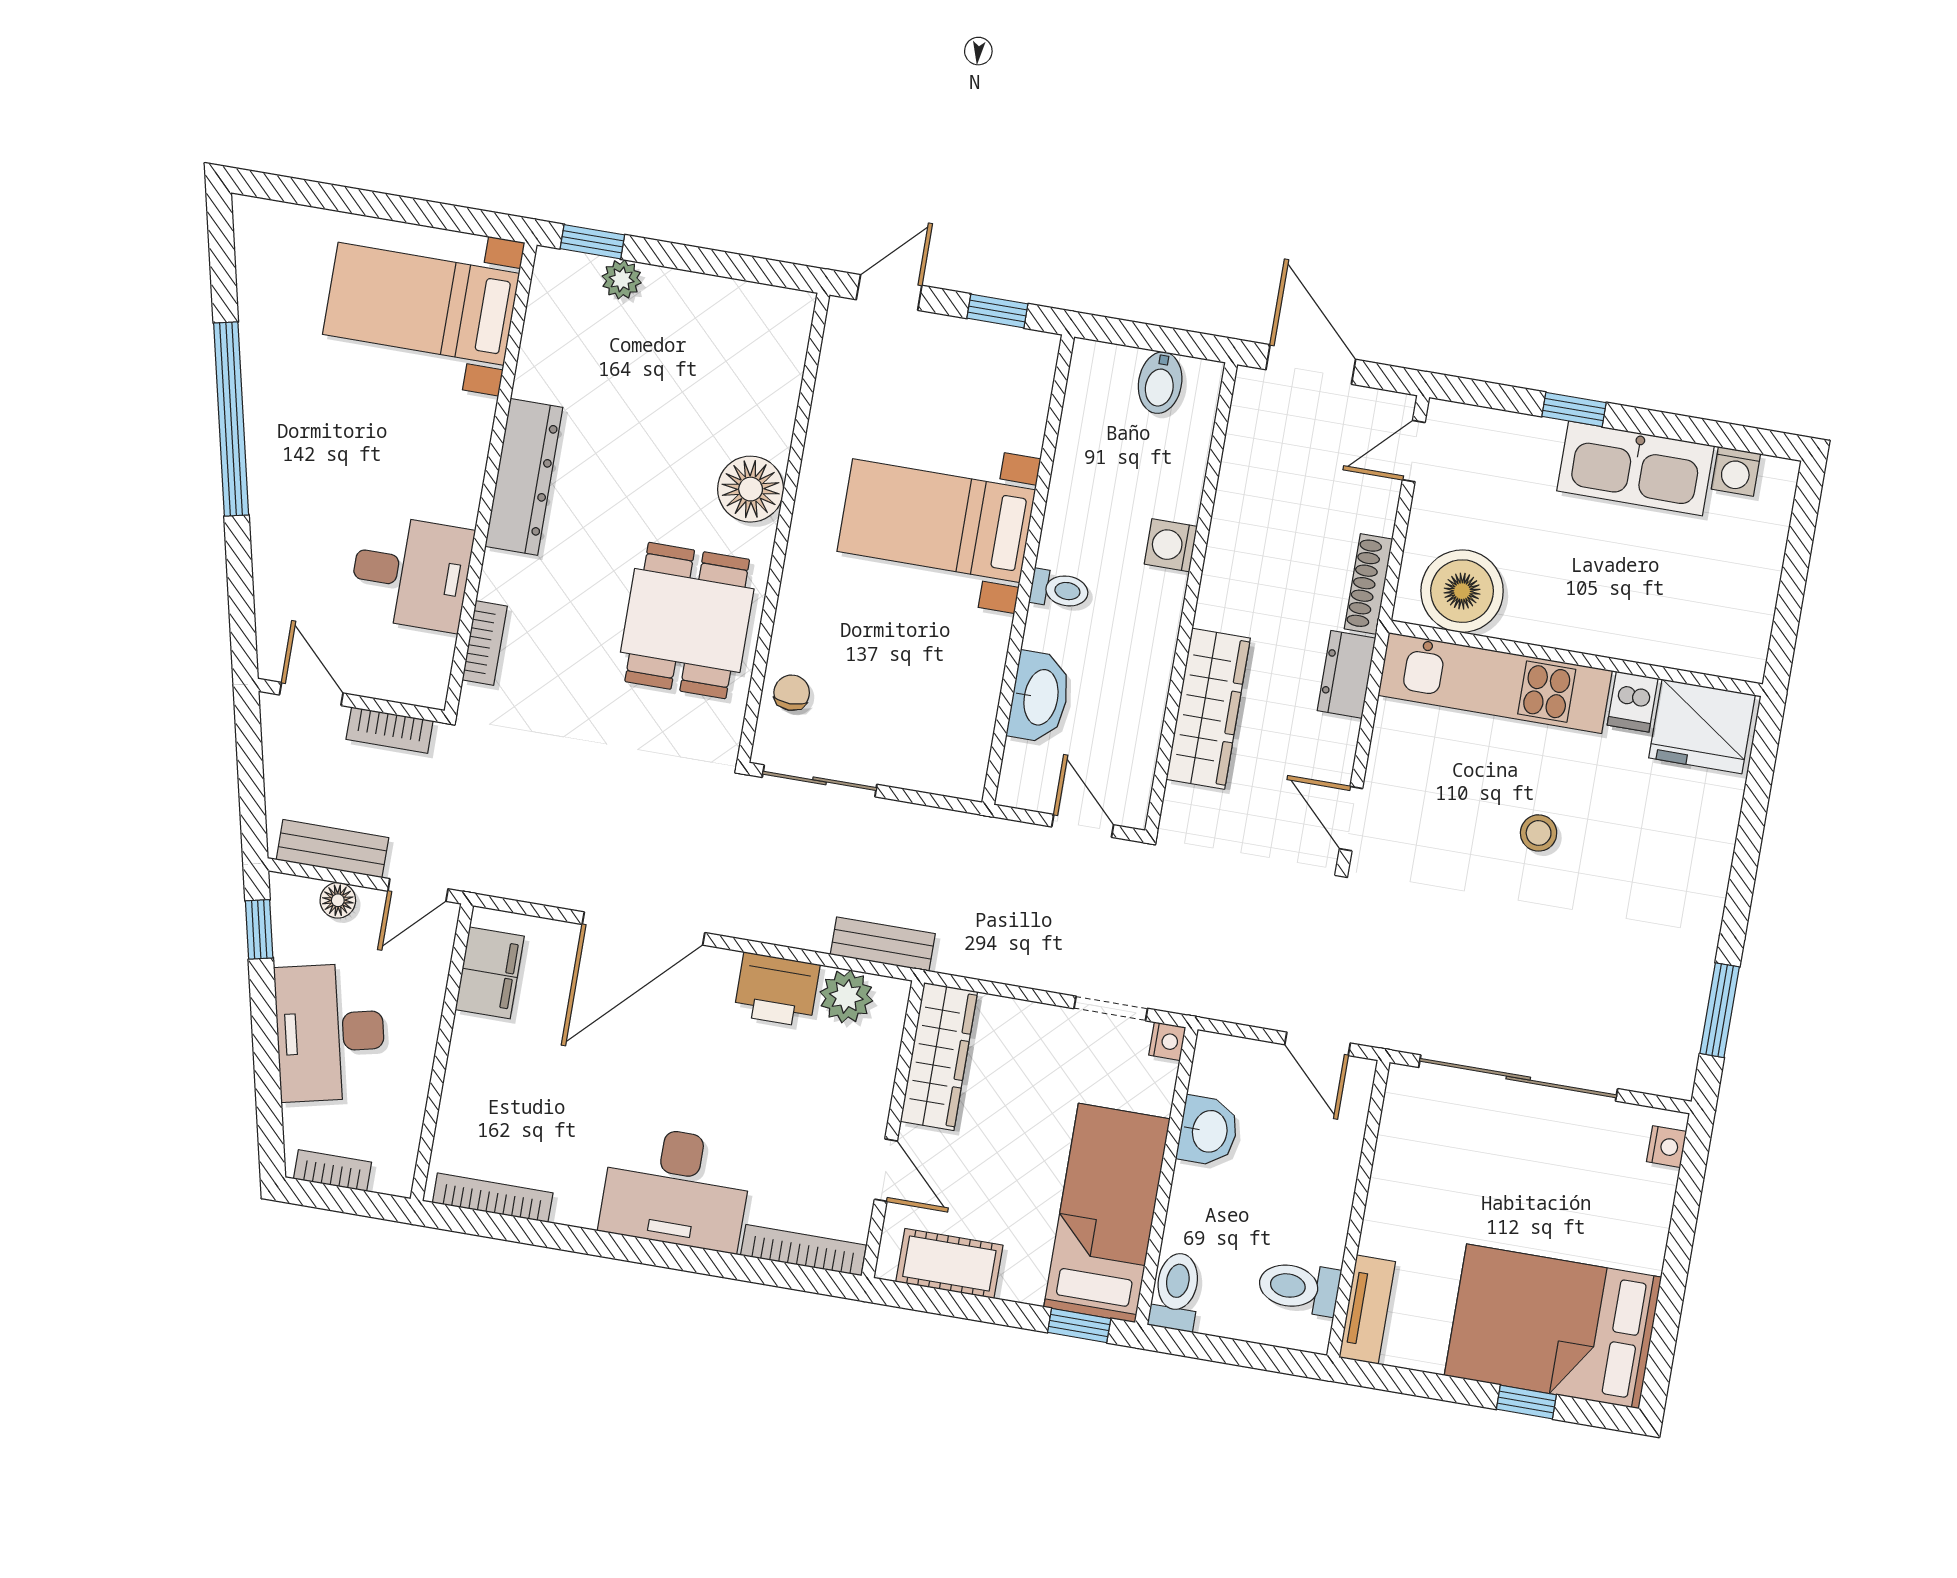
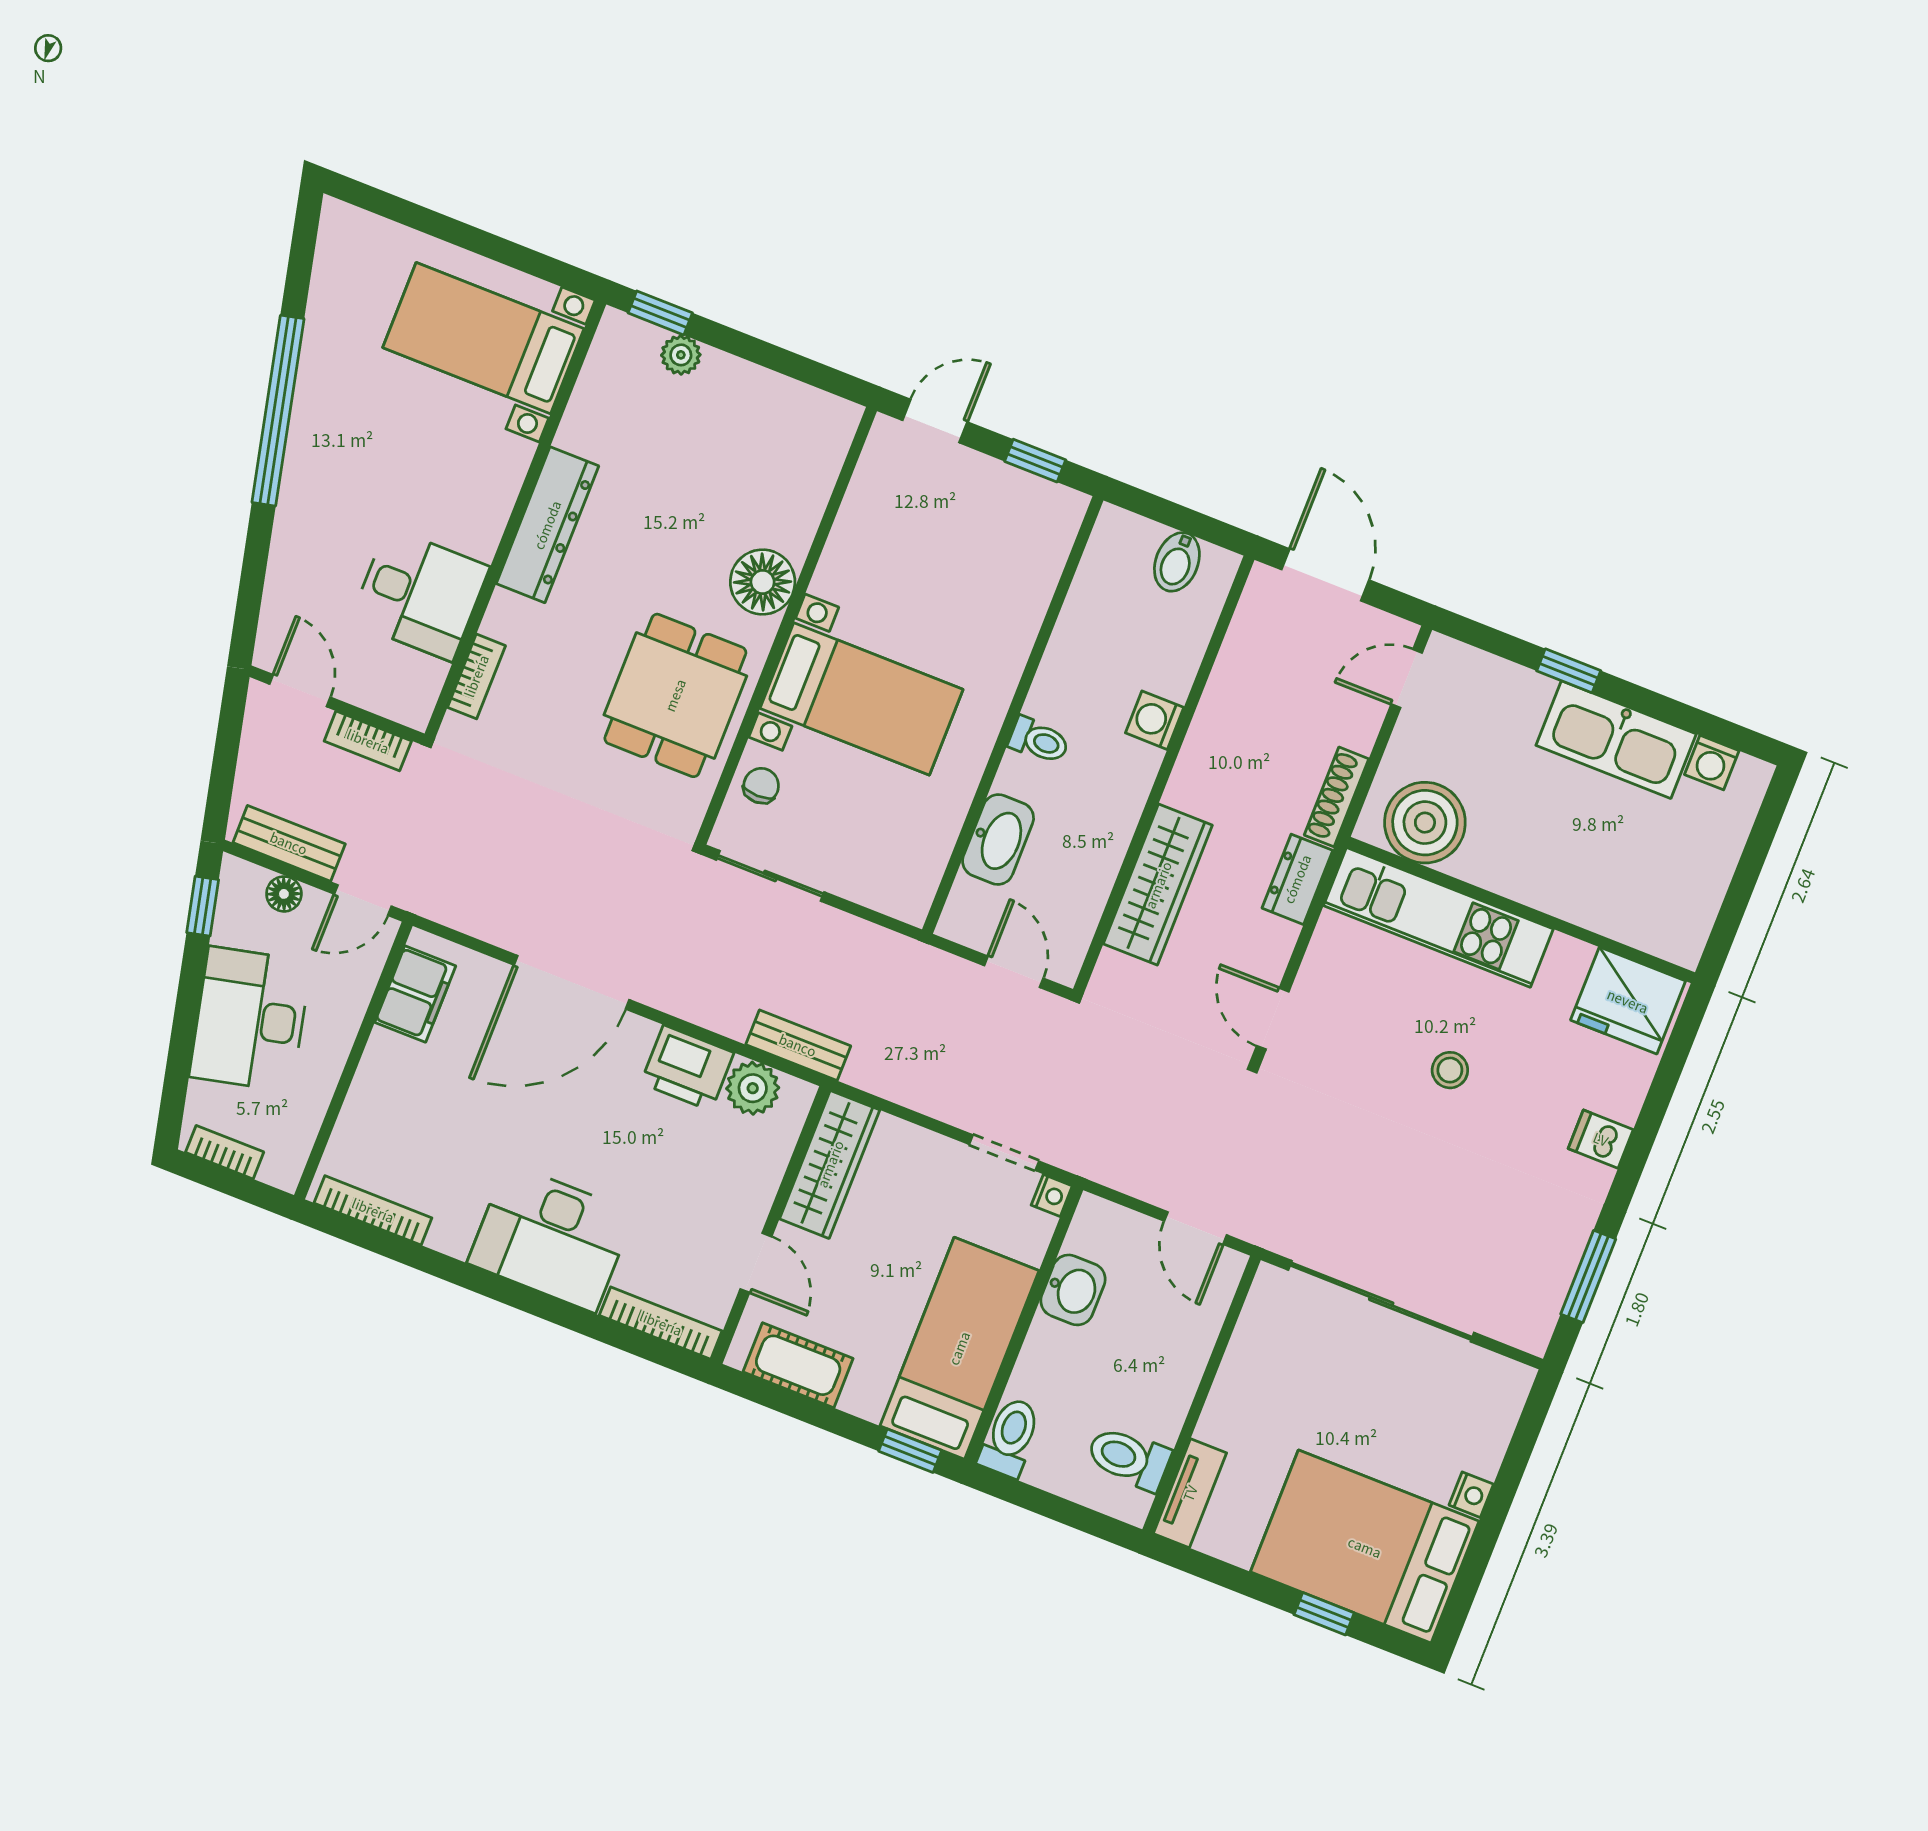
bed with nightstands: (936, 521) -> (861, 699), moved, turned 180
dishwasher: (1633, 702) -> (1601, 1139), moved, turned 90
nightstand: (1667, 1147) -> (1471, 1495), moved

